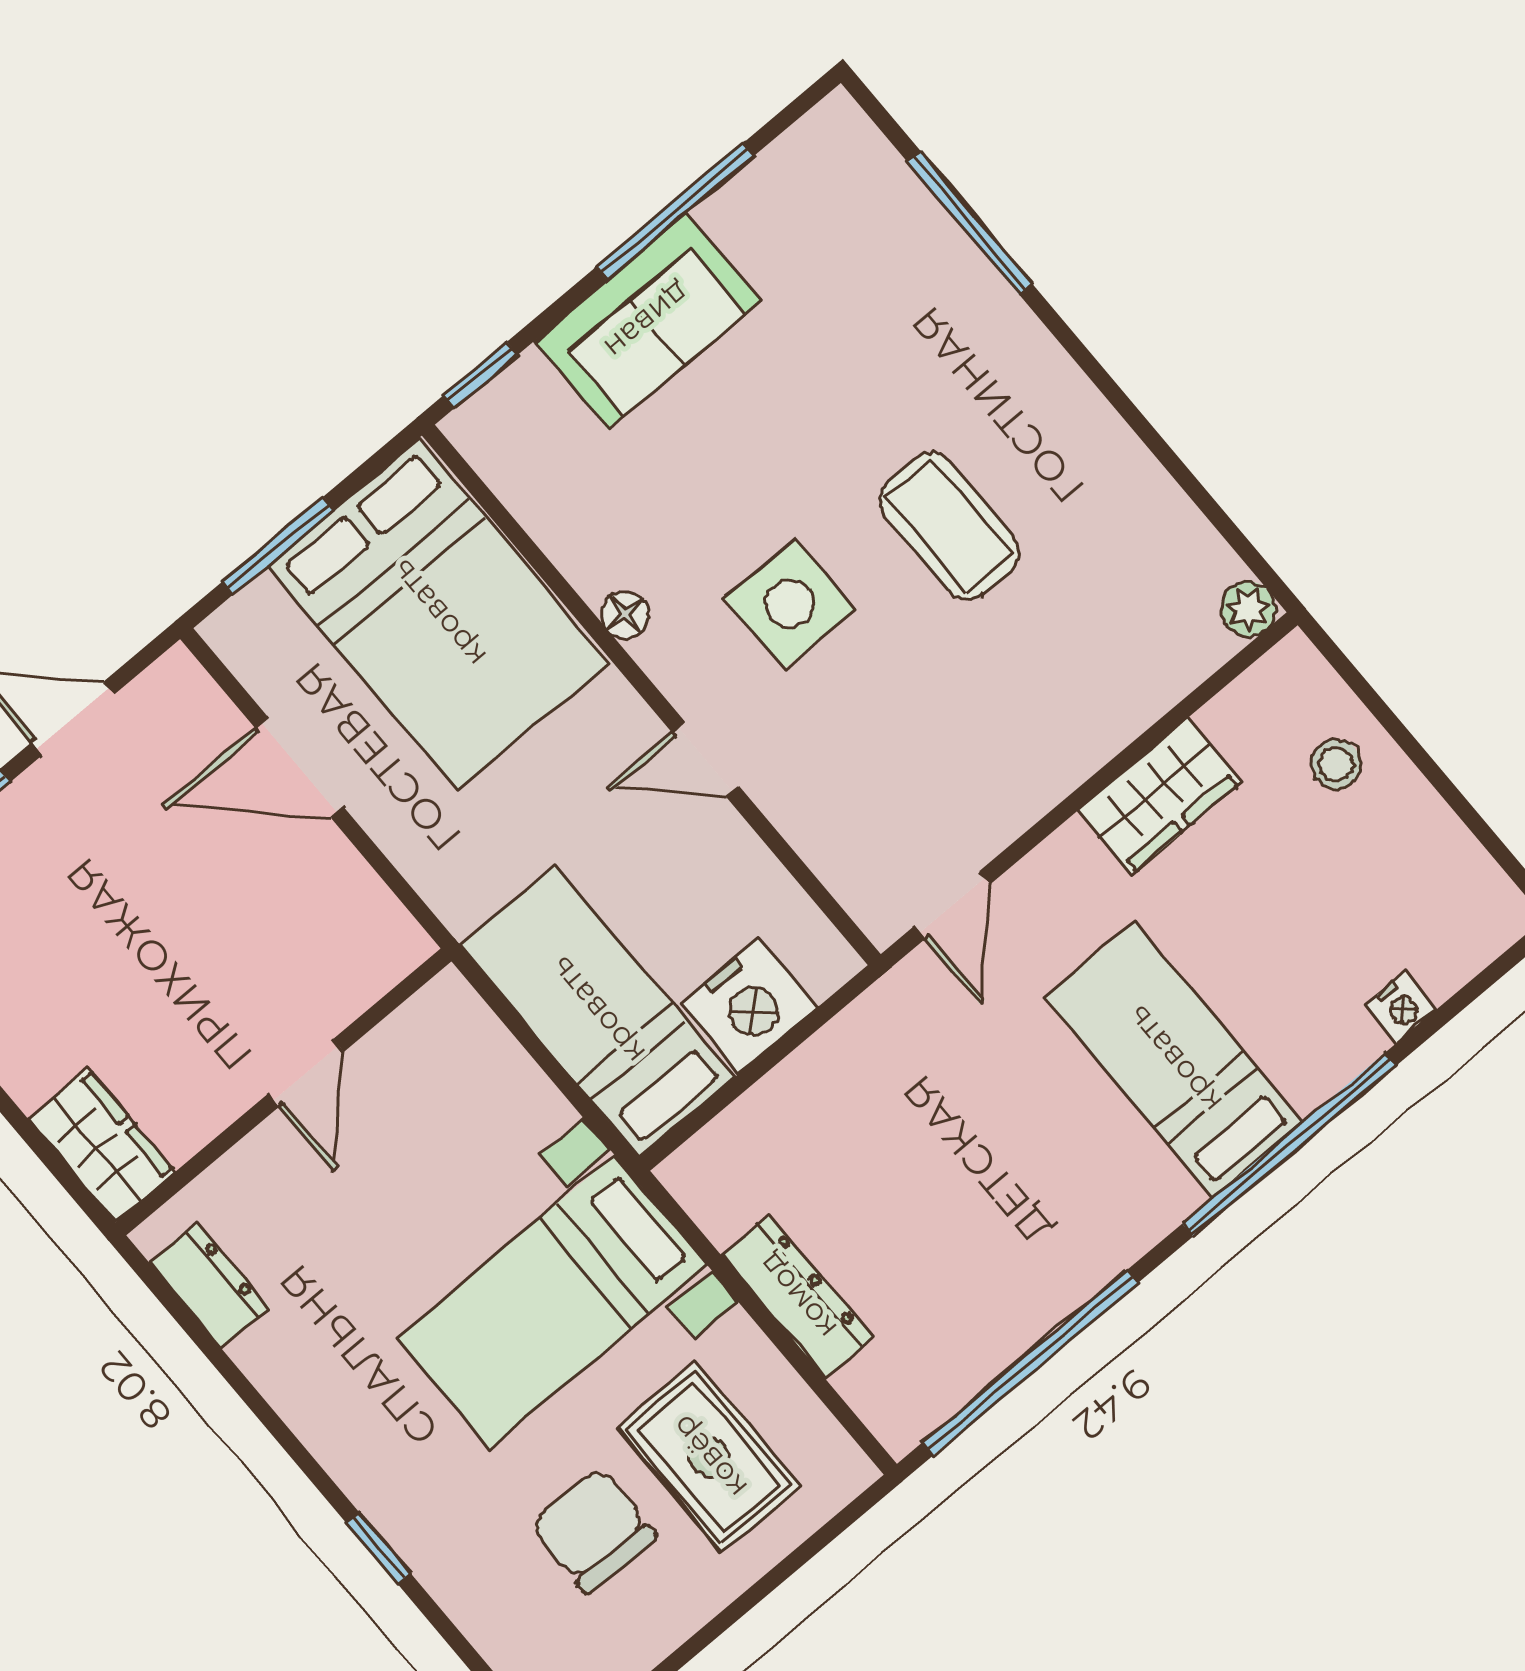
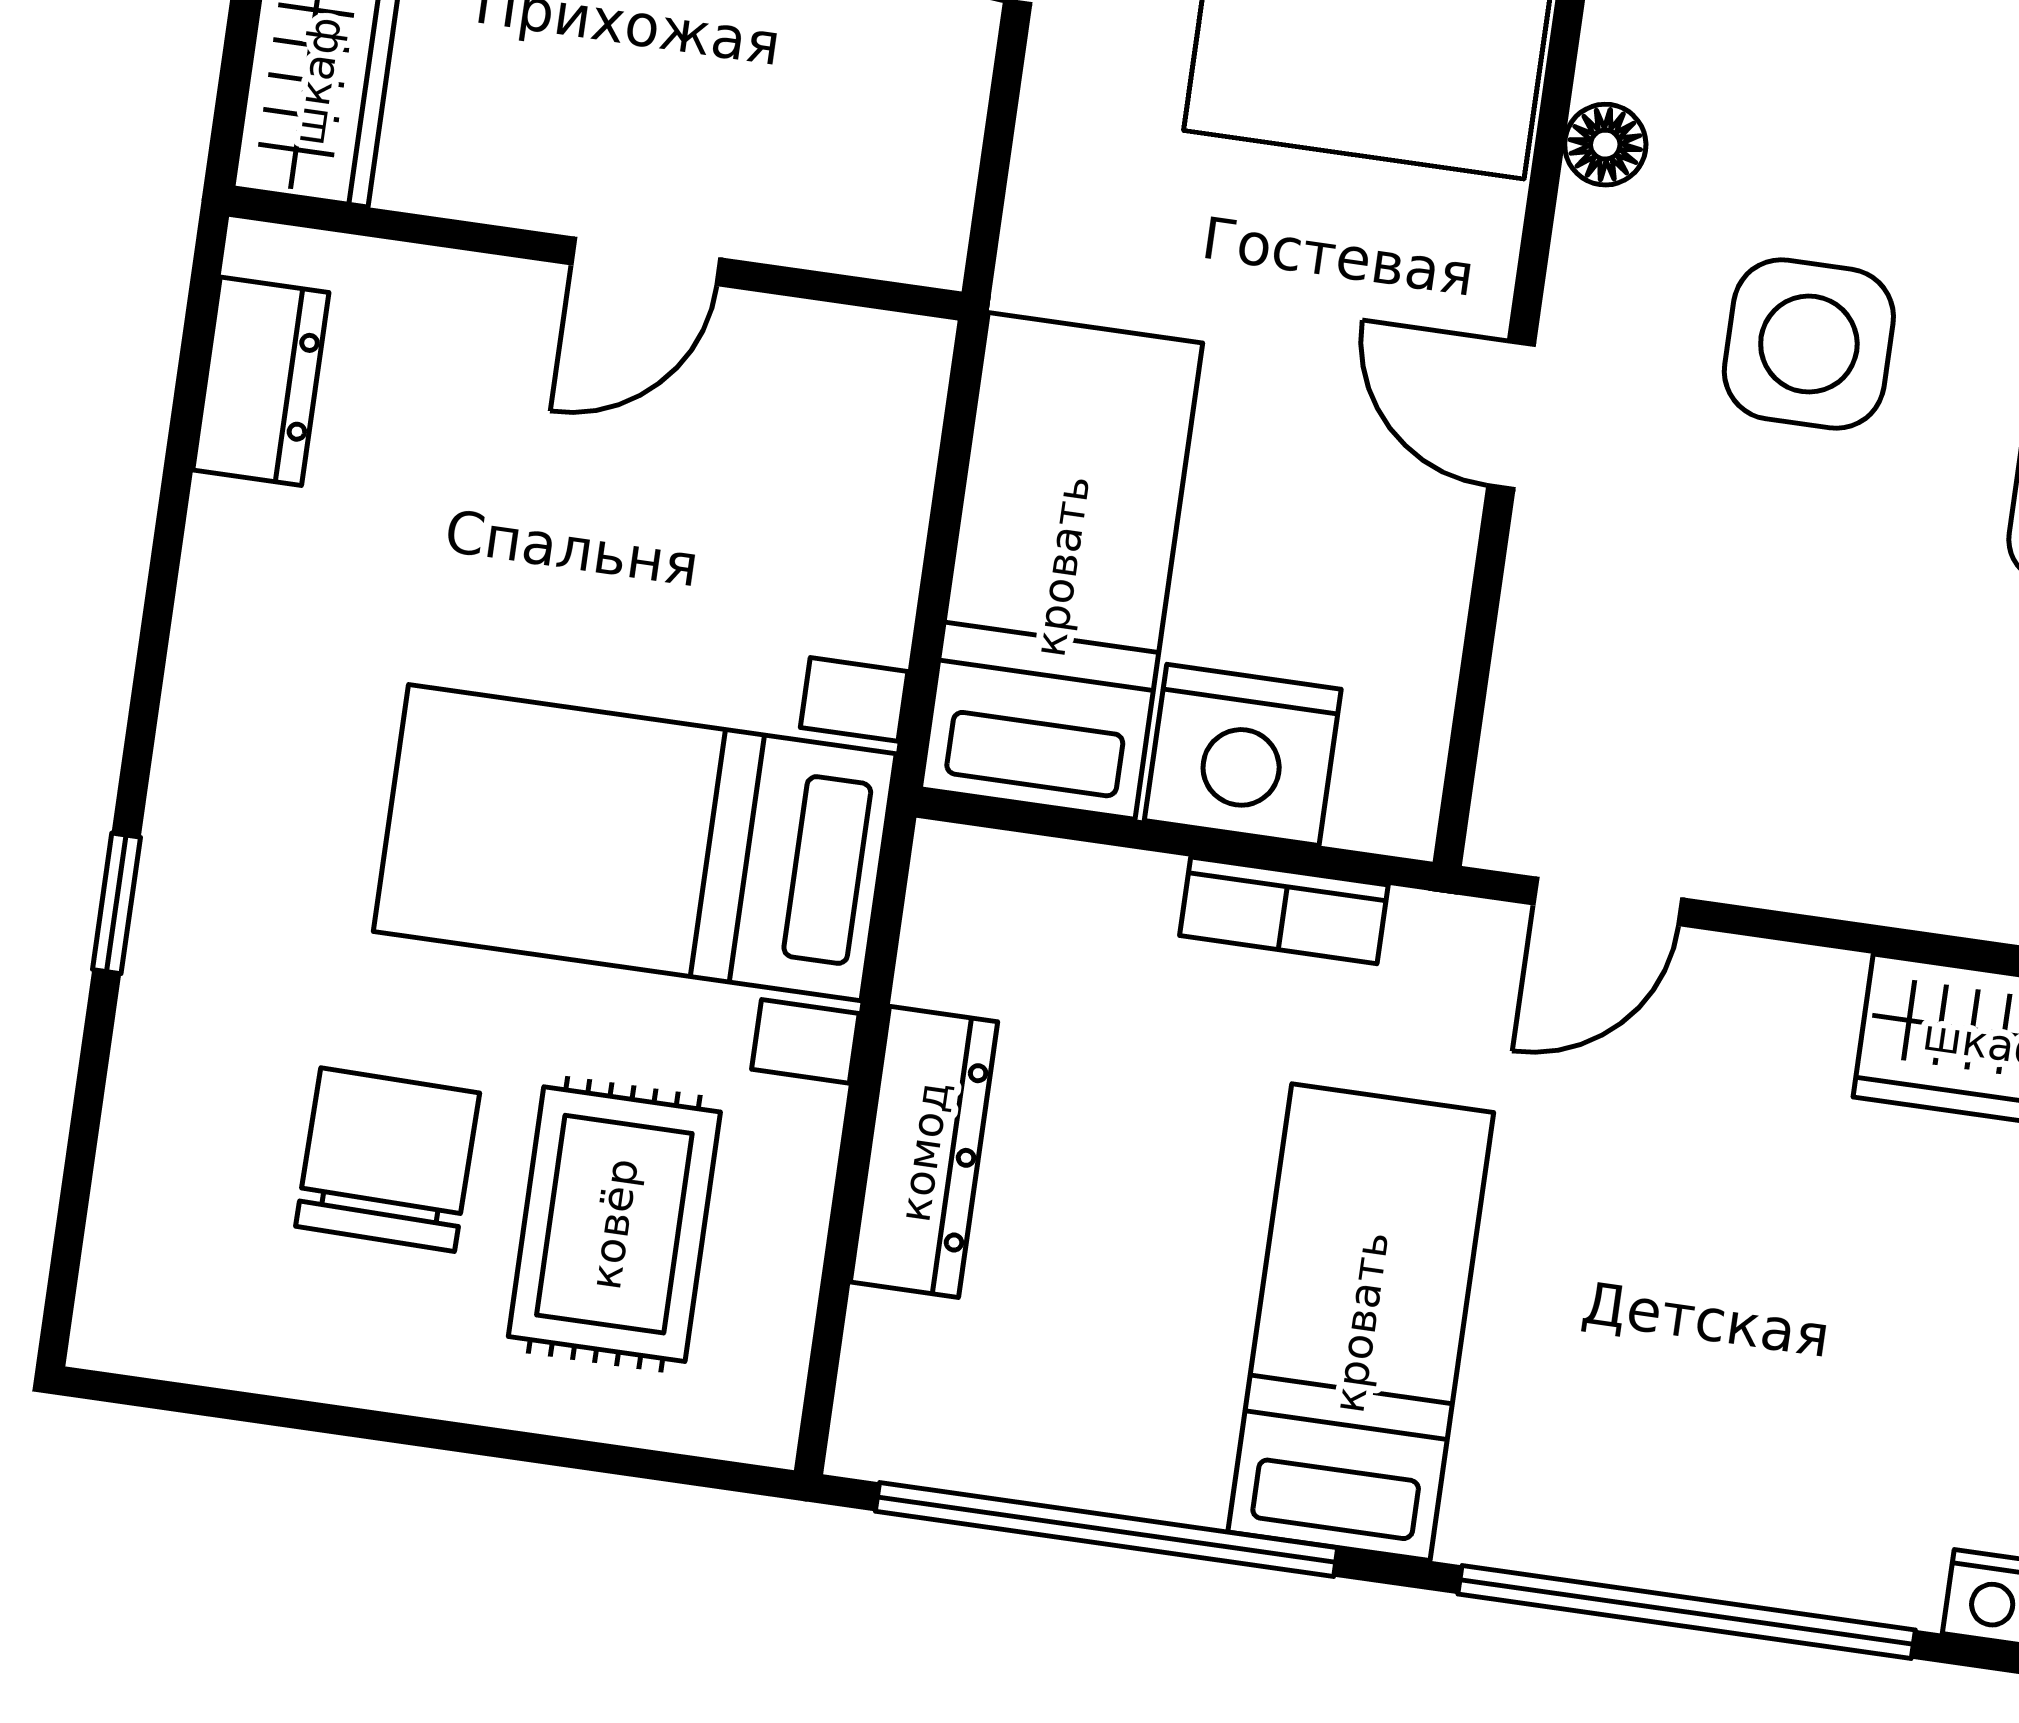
bookcase: (831, 1048) -> (1284, 910), added
bed: (1174, 1060) -> (1361, 1322), moved

